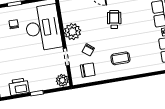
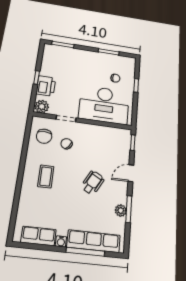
wheelchair: (114, 20) -> (93, 183), turned -70
plant: (72, 32) -> (92, 133), removed
printer: (19, 87) -> (46, 86), moved

